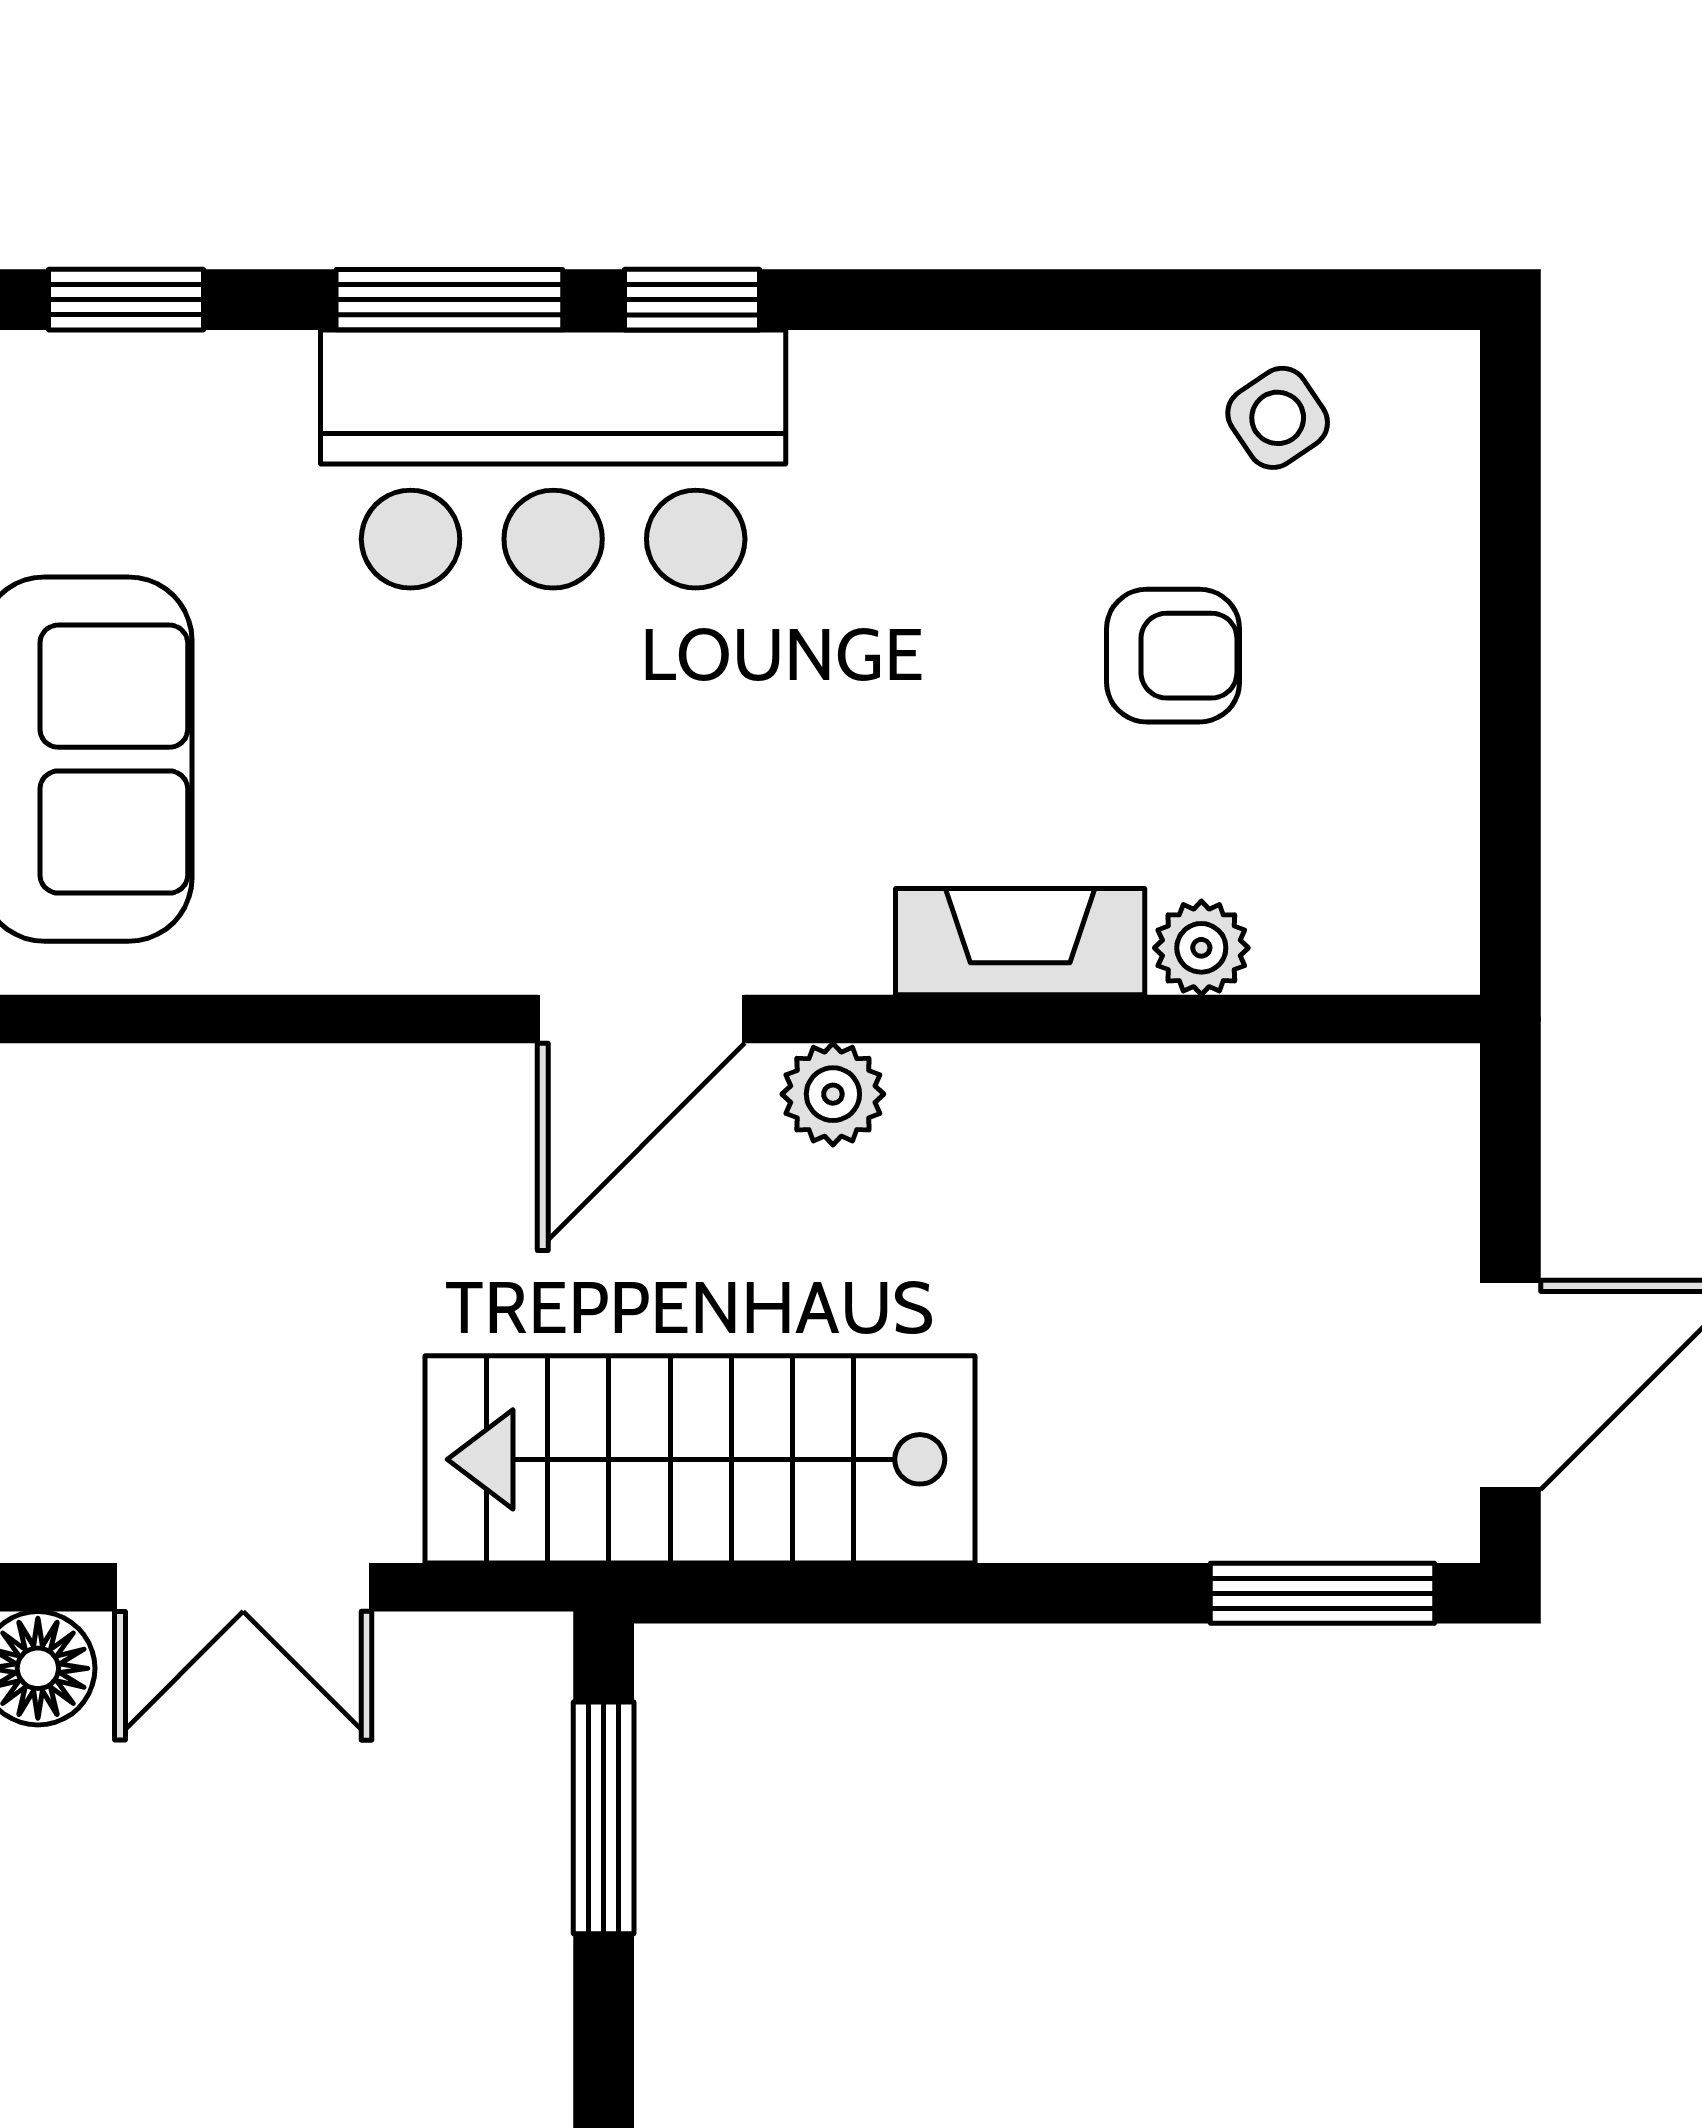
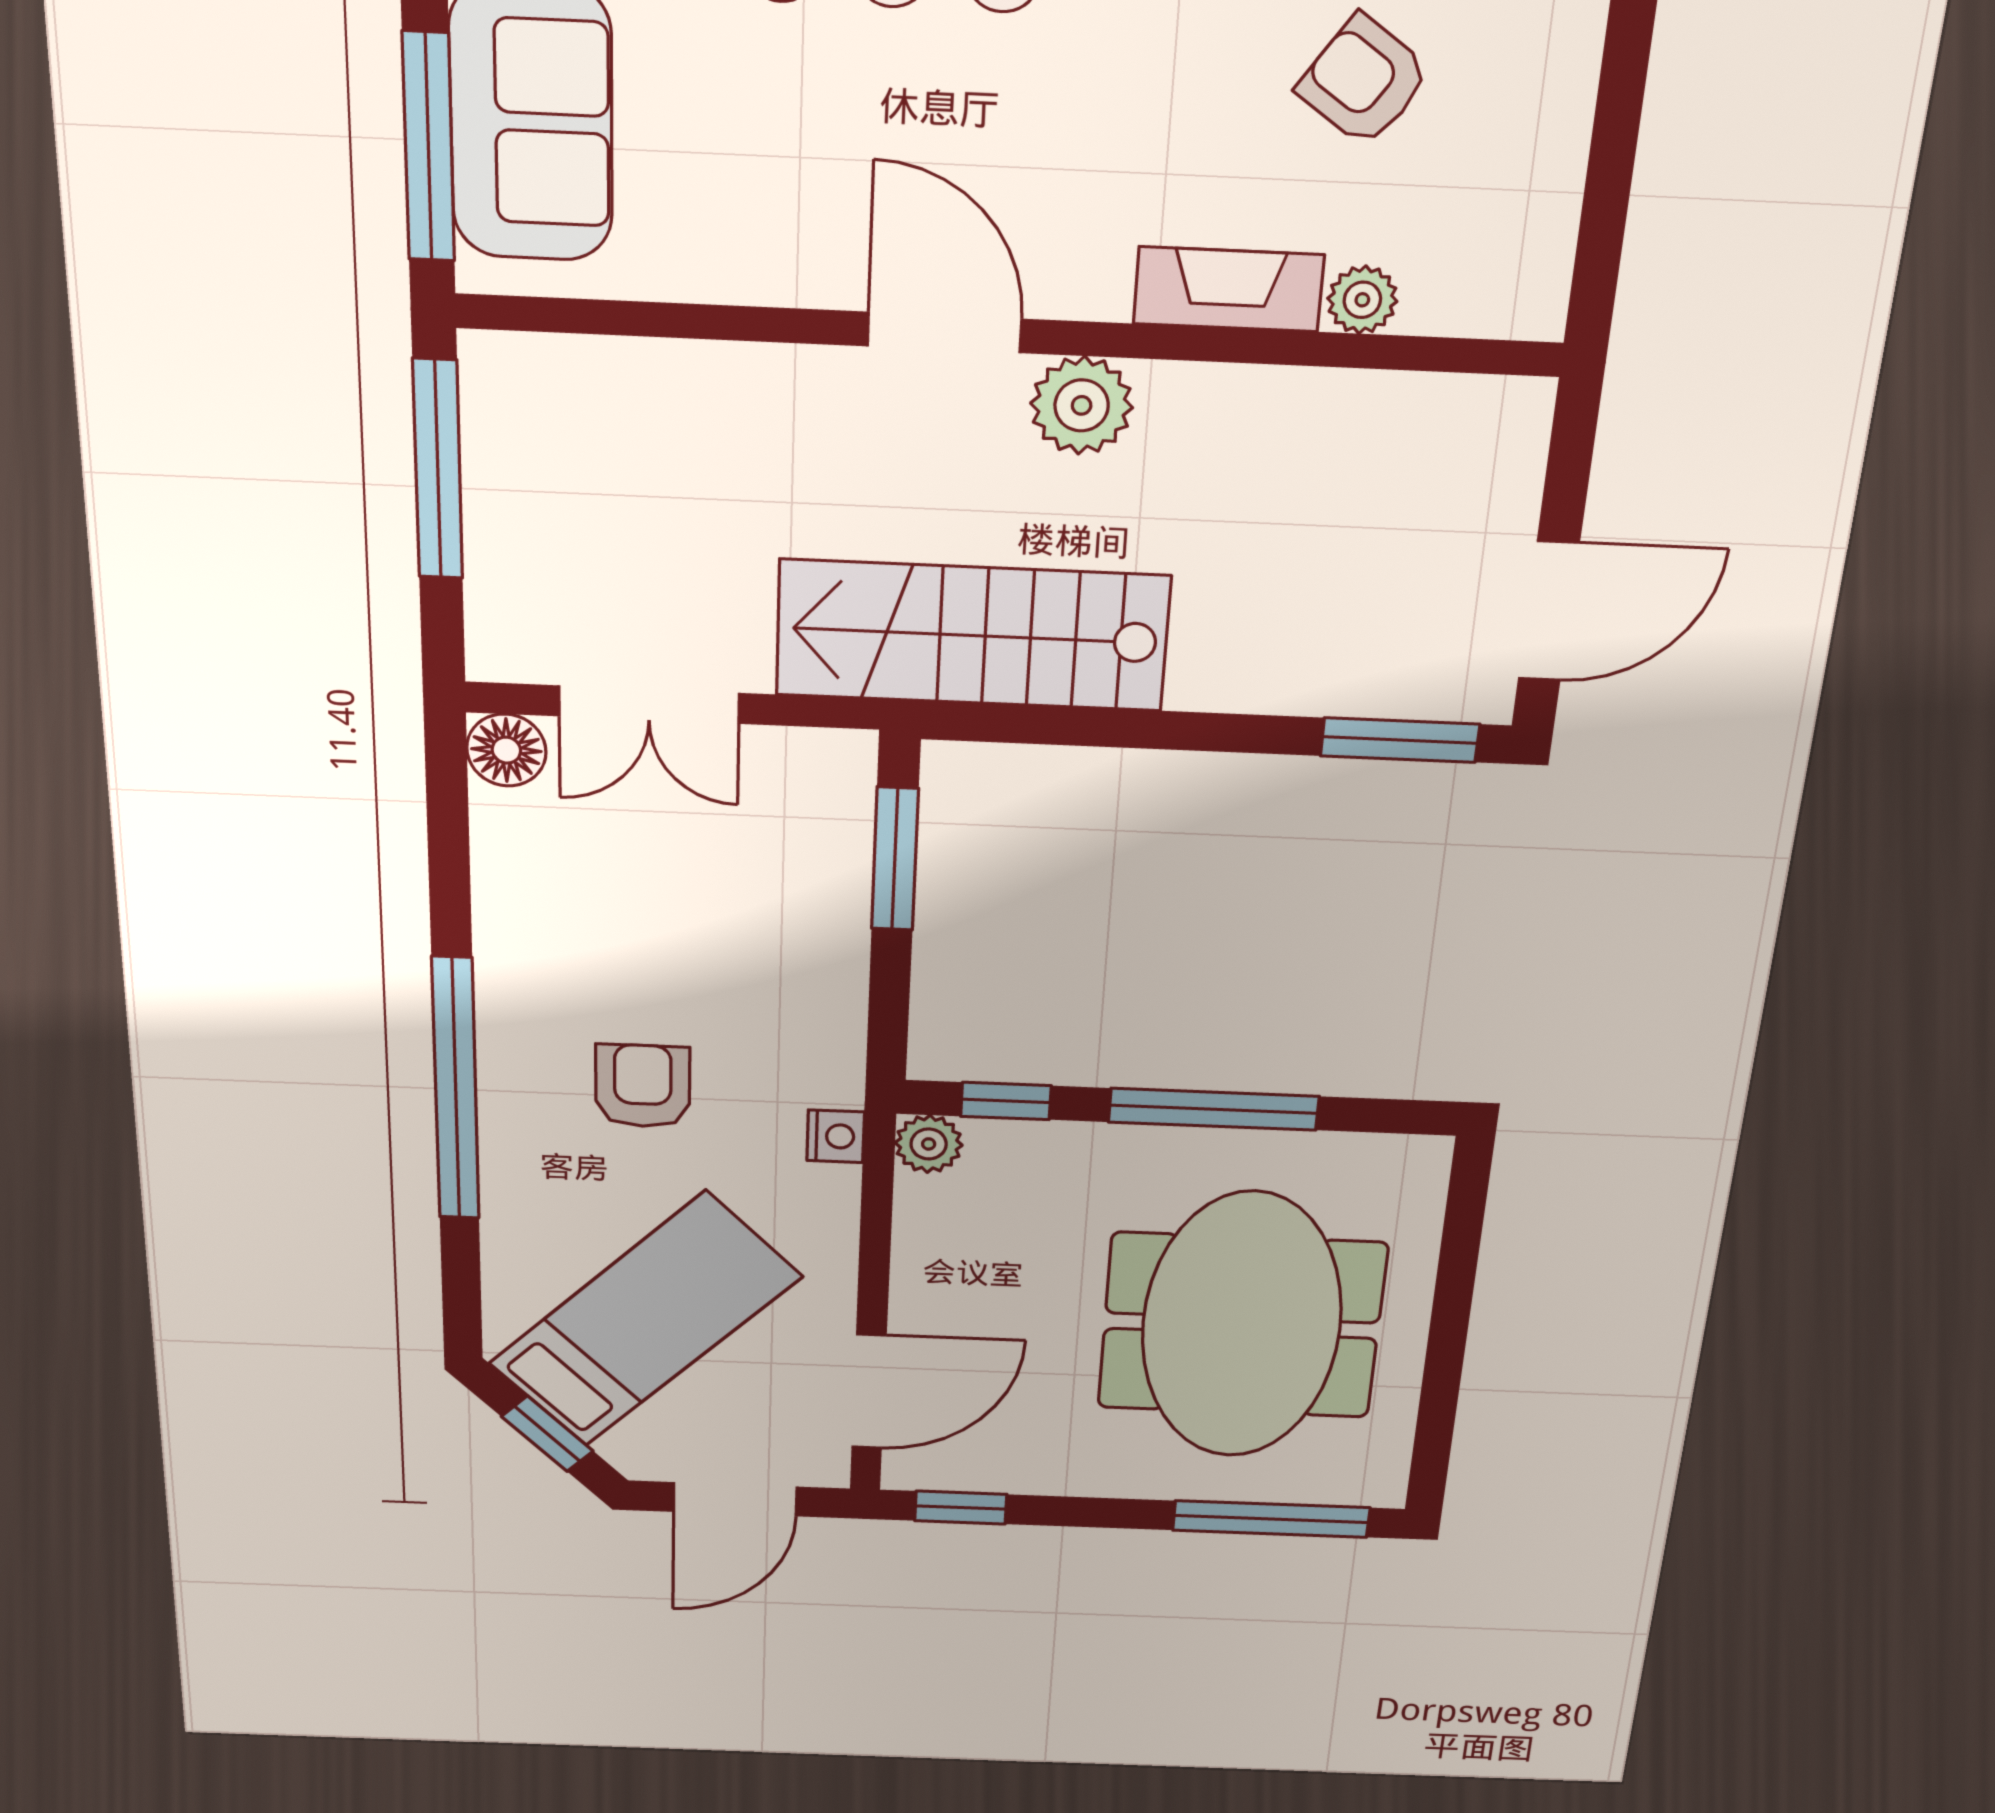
armchair: (1173, 656) -> (1364, 81), turned -145
door: (641, 1019) -> (944, 332), swing flipped
plant: (833, 1094) -> (1082, 405), width x1.38, depth x1.38

